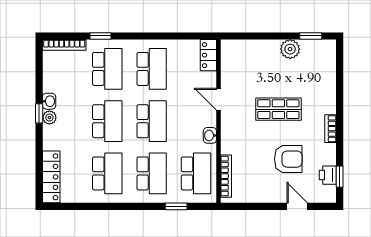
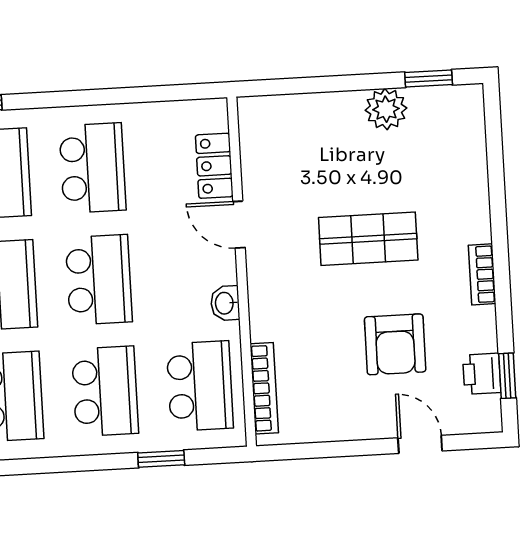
locker: (208, 55) -> (214, 166), moved
armchair: (288, 159) -> (395, 344), turned 90

